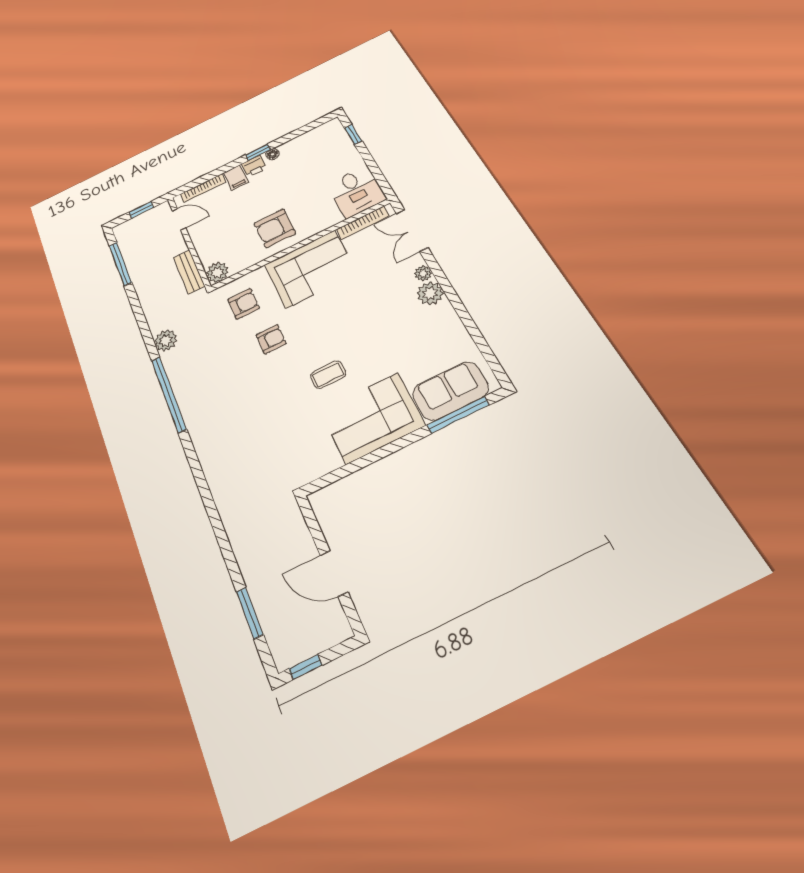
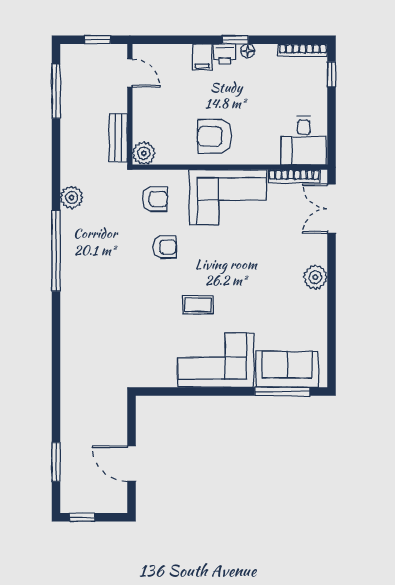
bookcase: (203, 188) -> (303, 50), moved
plant: (423, 273) -> (319, 256), removed

